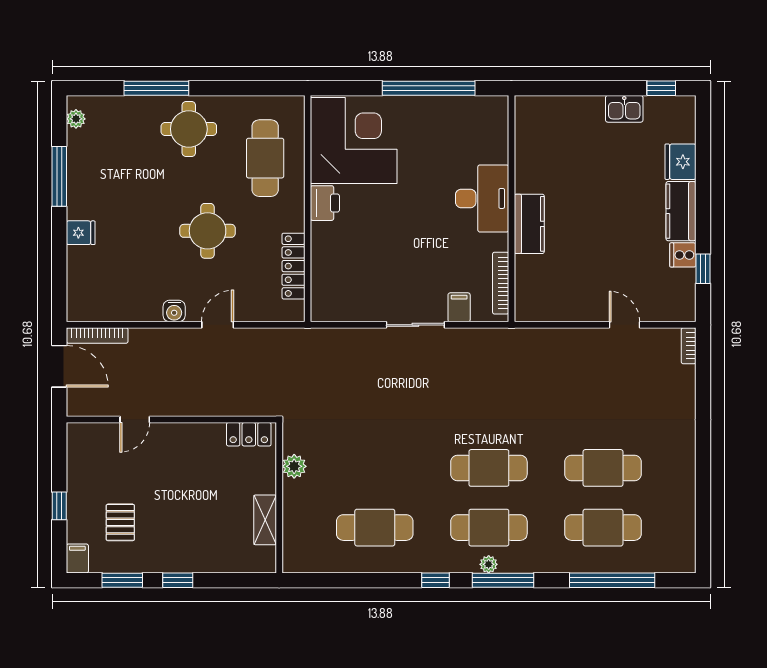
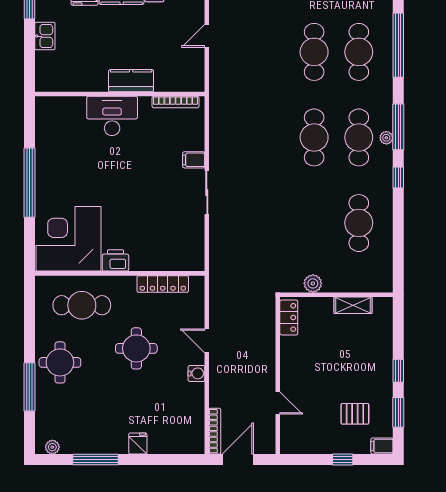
desk: (482, 198) -> (112, 116), moved
wall: (511, 209) -> (120, 94), moved
kitchen counter: (529, 224) -> (131, 81), moved
bookcase: (501, 283) -> (176, 102), moved

